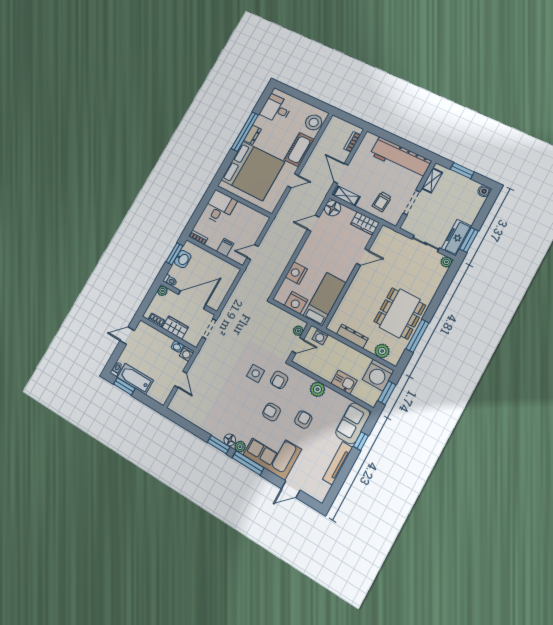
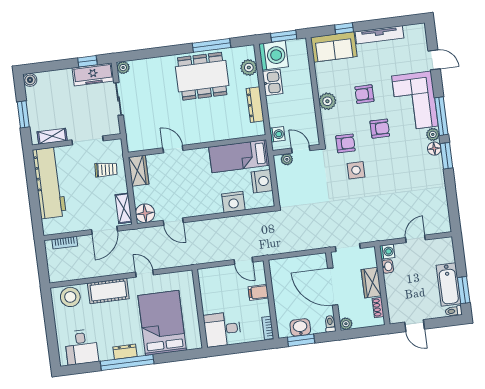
bed: (253, 171) -> (162, 323), width x0.73
window: (469, 240) -> (87, 61), width x0.67
kitchen sink: (344, 382) -> (273, 83), moved, turned 180
armchair: (272, 412) -> (380, 129), turned -90

